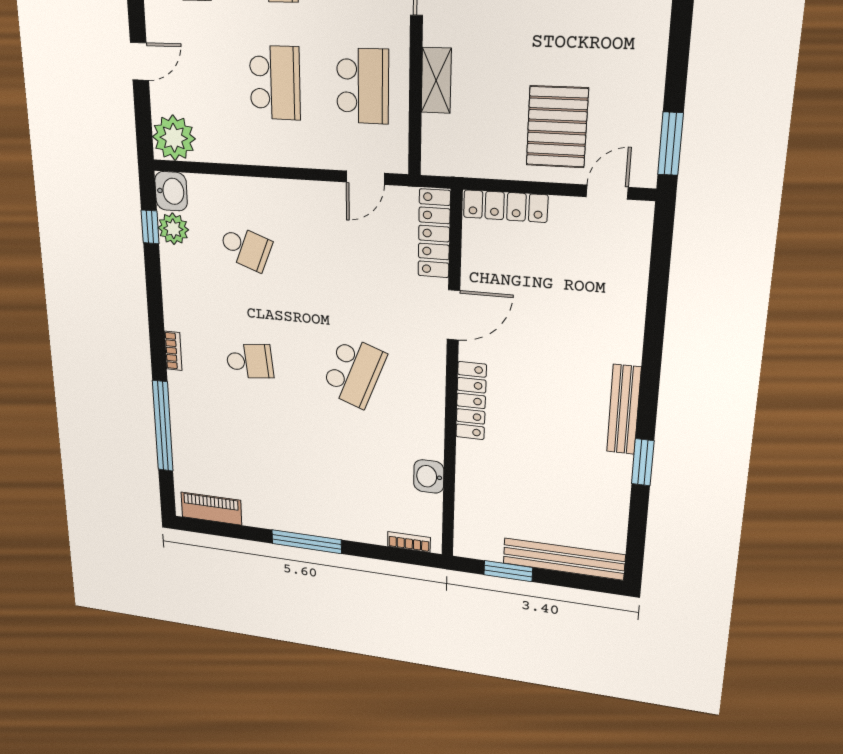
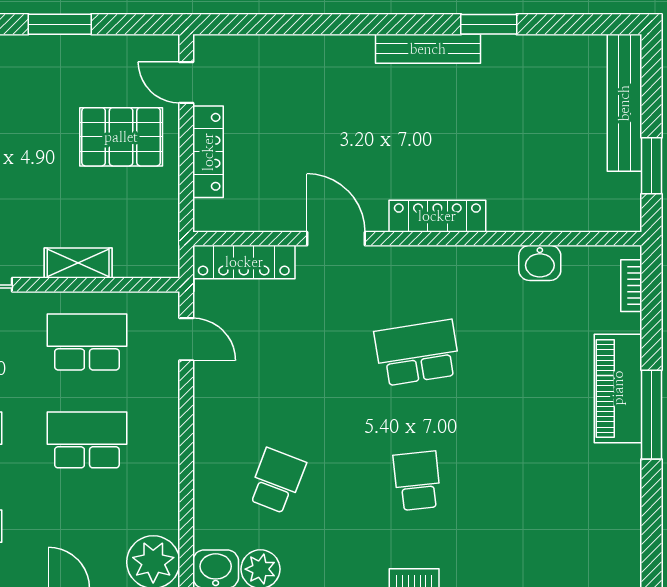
window: (670, 144) -> (60, 24), moved
locker: (505, 206) -> (208, 152), moved
school desk: (354, 372) -> (417, 353), turned -30
piano: (211, 509) -> (618, 388), moved, width x1.37, depth x1.33

